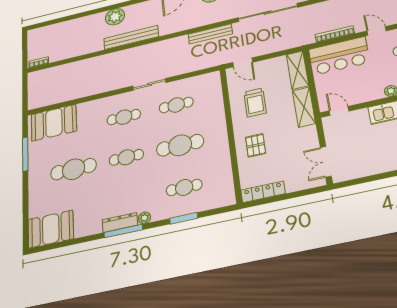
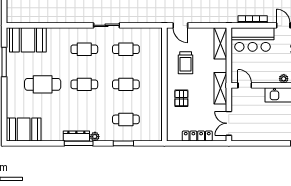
shelving: (304, 107) -> (220, 88), moved
cafe table: (180, 145) -> (126, 84), width x0.73, depth x0.74
locker: (263, 192) -> (197, 136), moved

